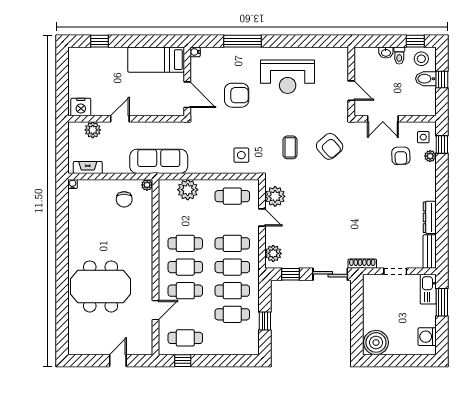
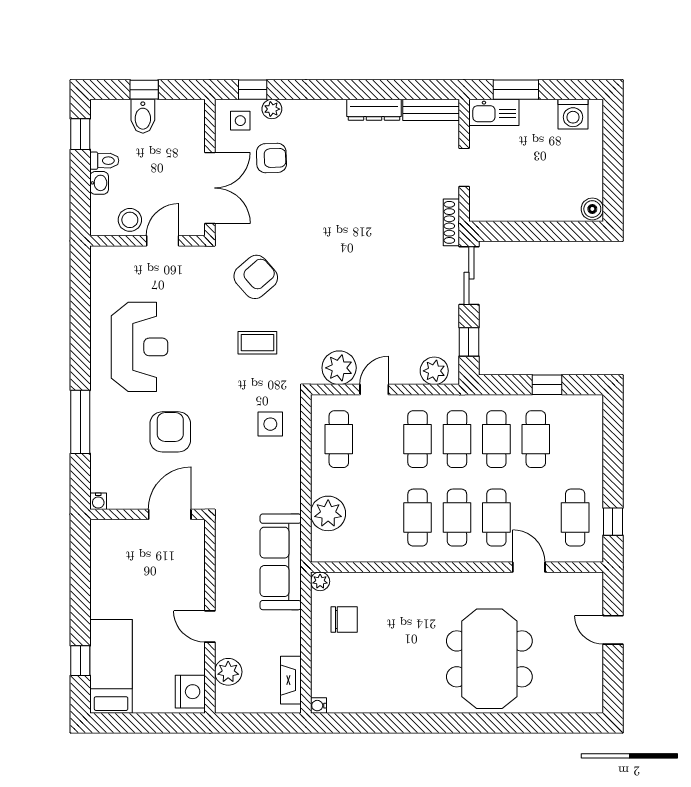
stool: (421, 59) -> (130, 220), moved
bed: (156, 60) -> (111, 666), moved, turned 180
double door: (383, 119) -> (210, 188), width x1.37
boiler: (376, 342) -> (592, 209), width x0.54, depth x0.54

